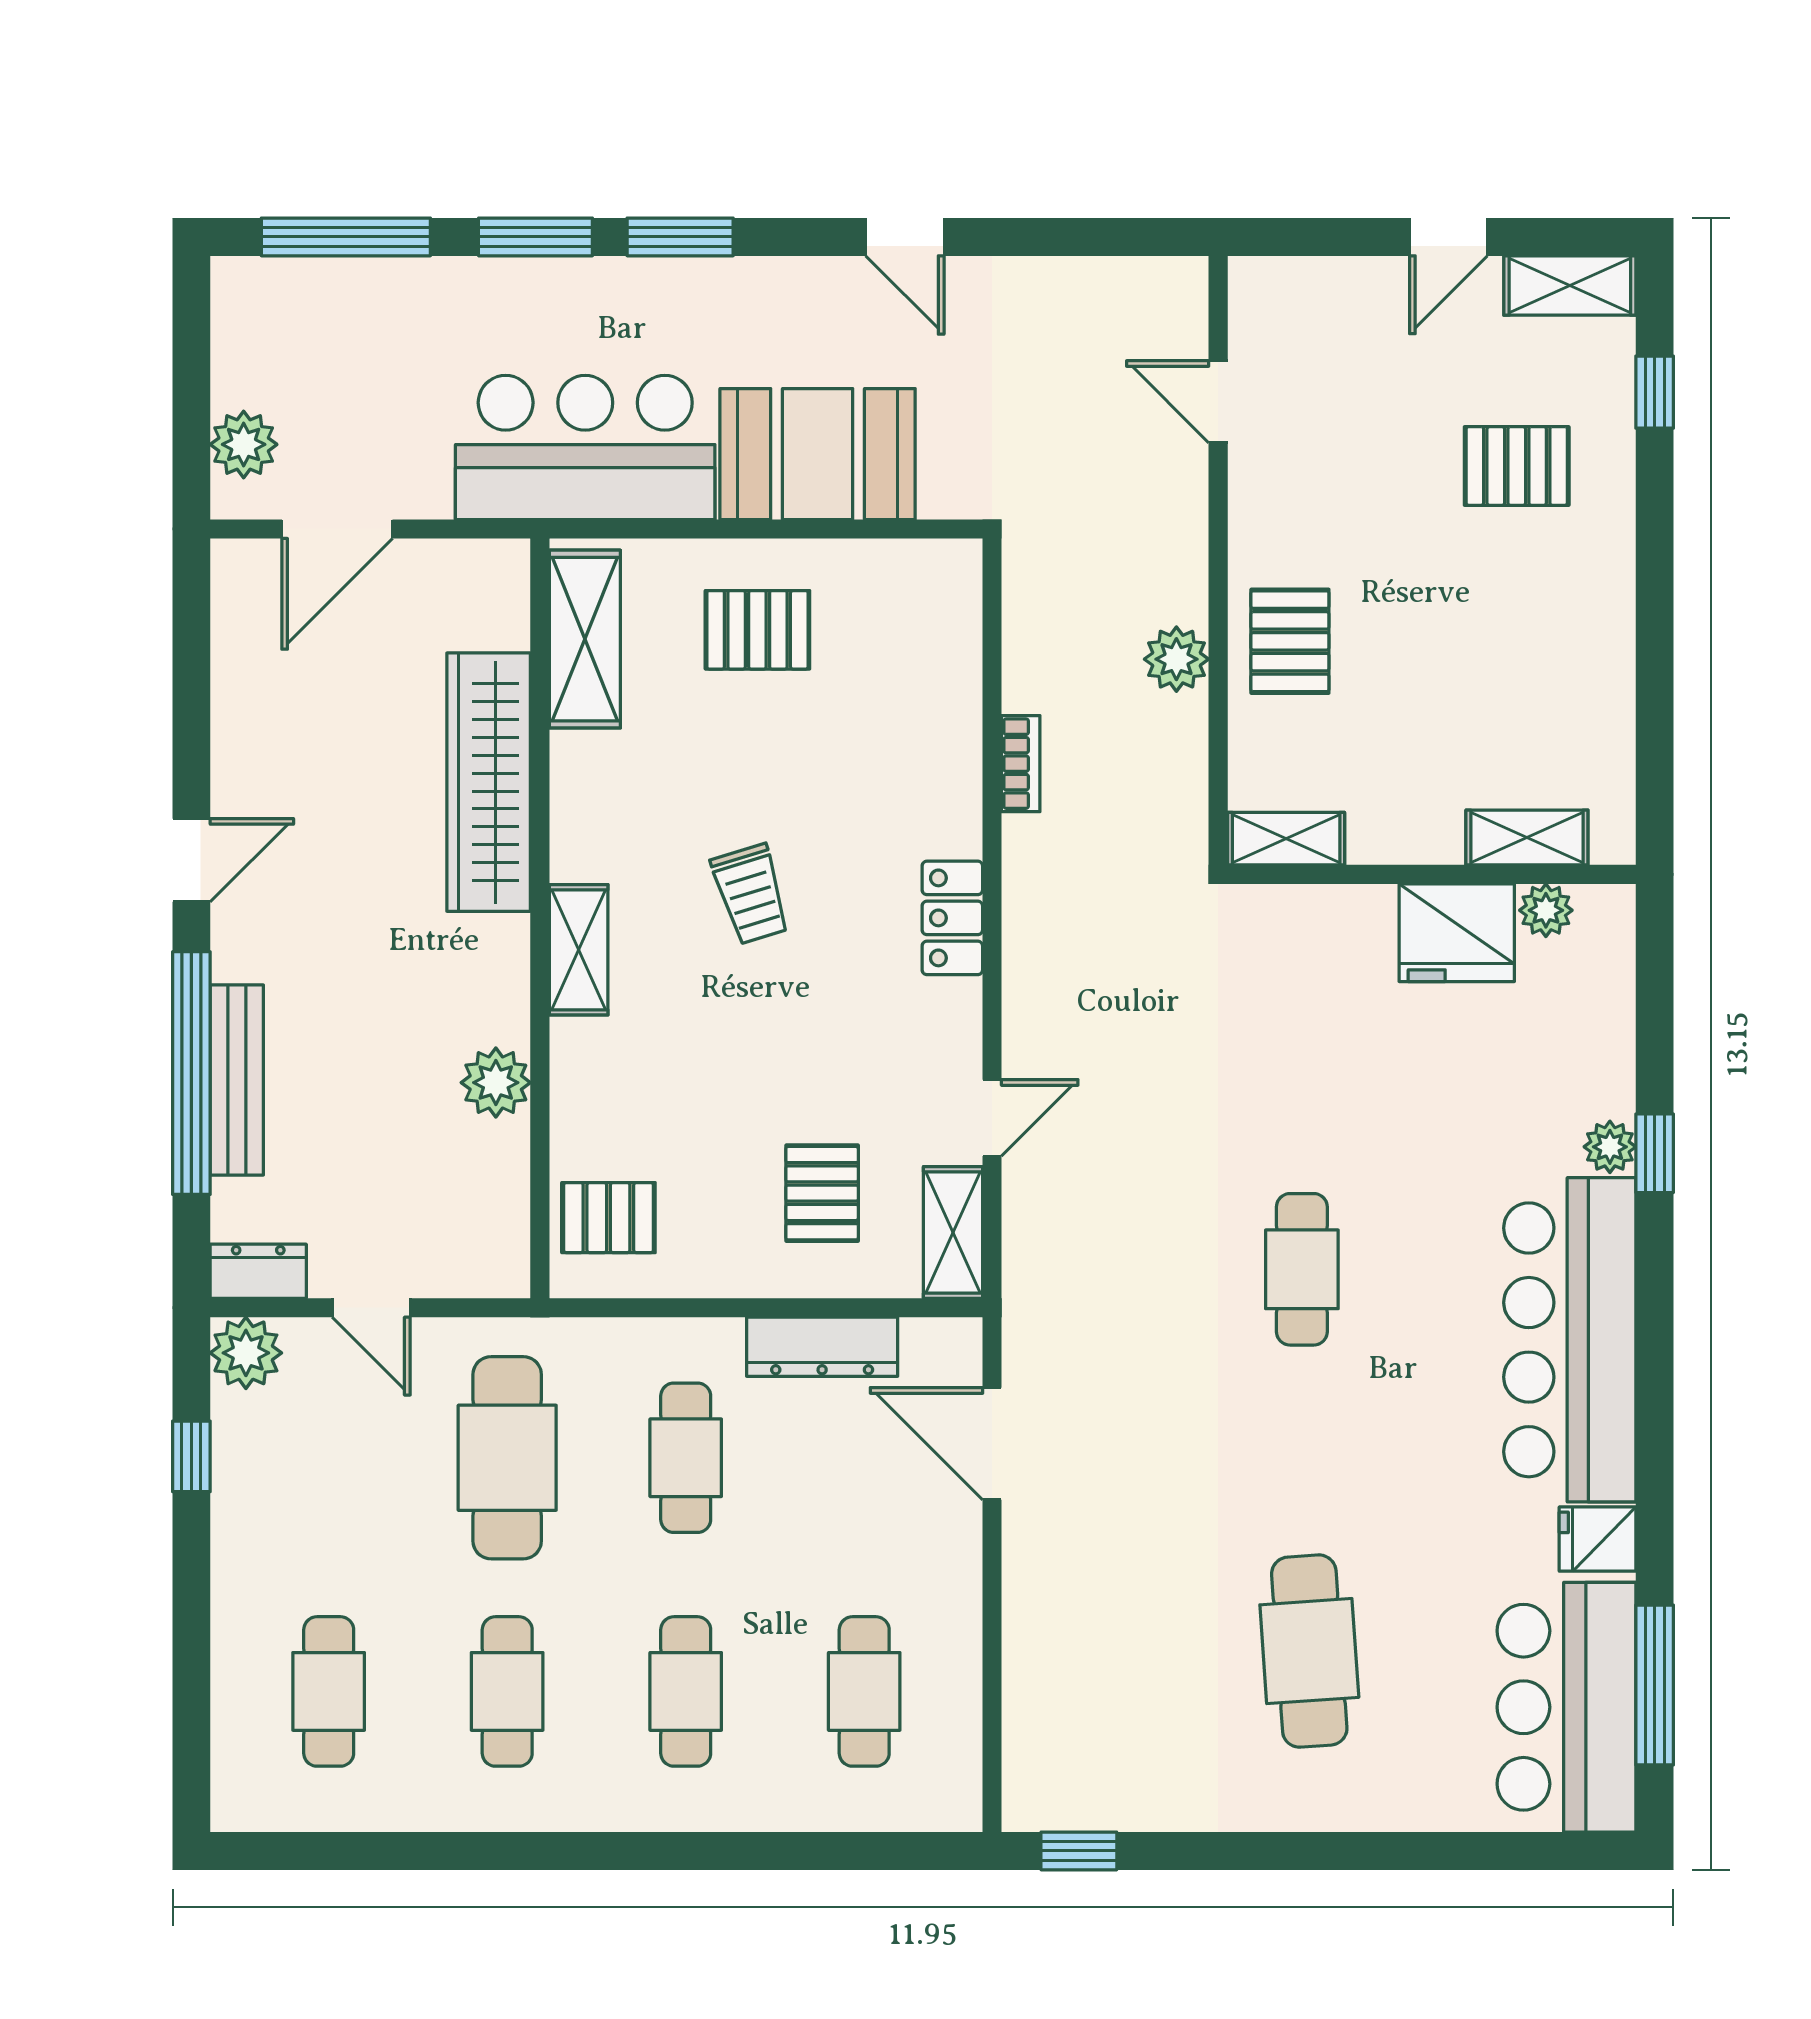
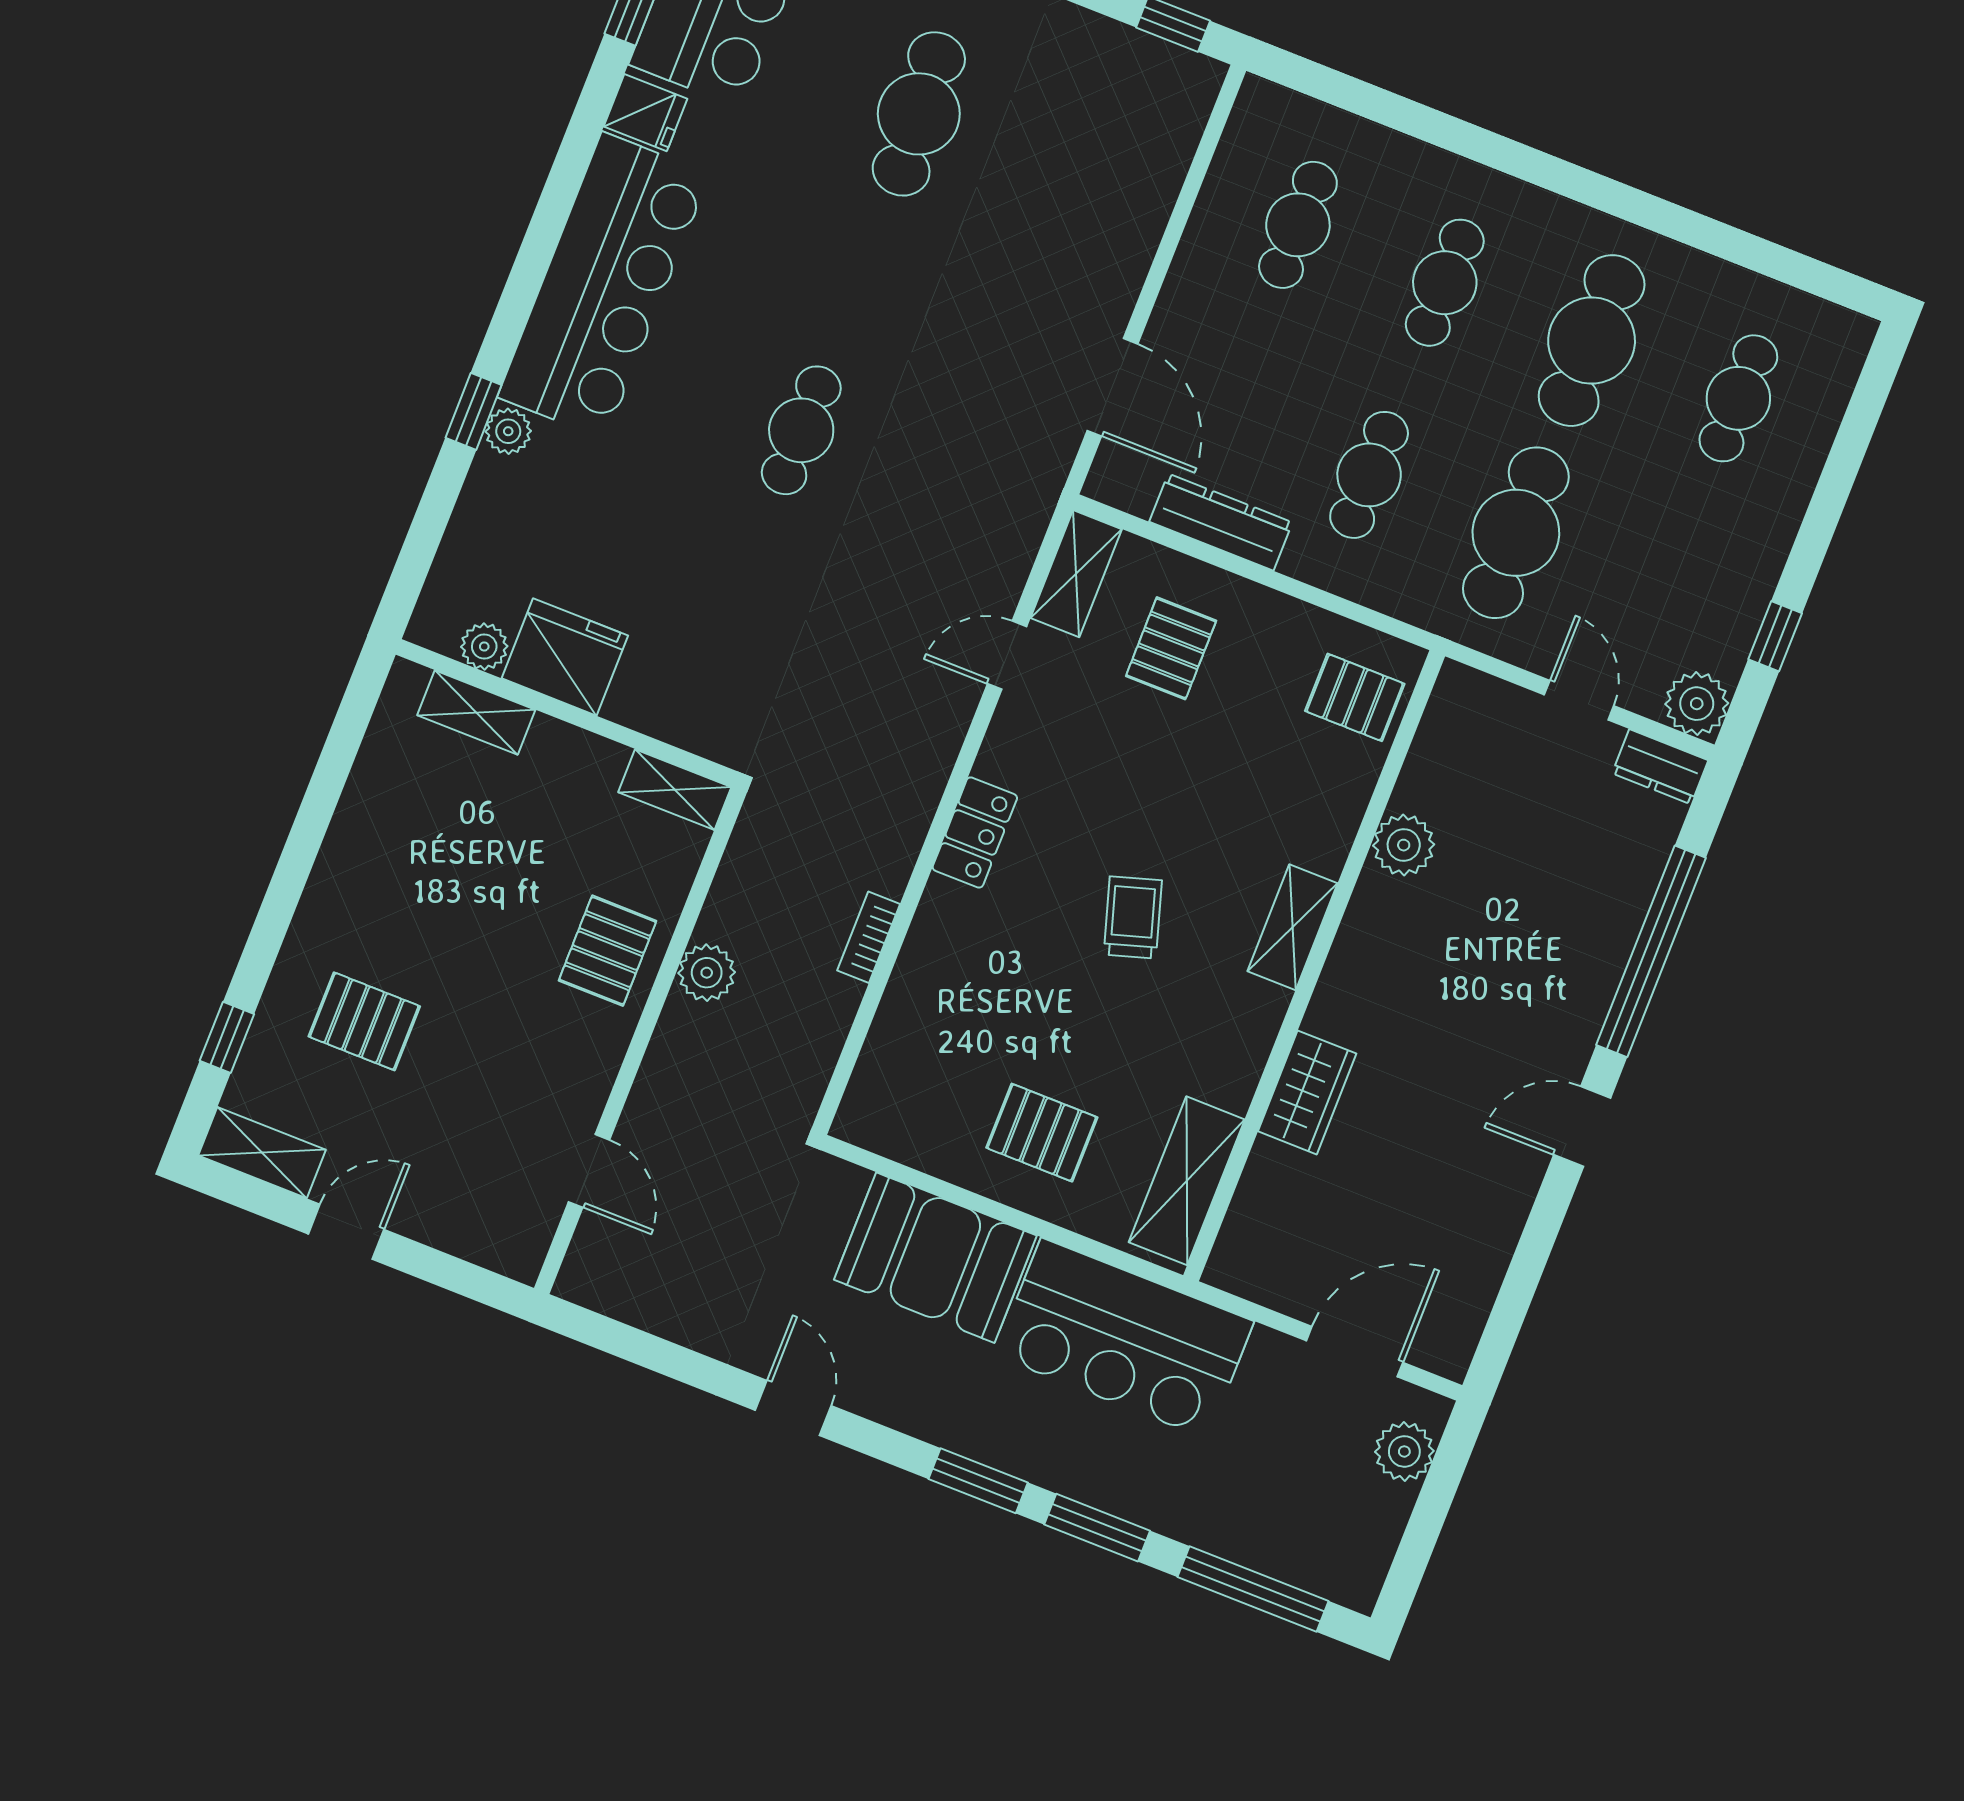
wardrobe: (489, 782) -> (1307, 1092), width x0.48, depth x0.85
bench: (237, 1080) -> (1616, 931), removed
cafe table: (507, 1691) -> (1592, 341), width x1.37, depth x1.35

